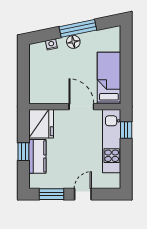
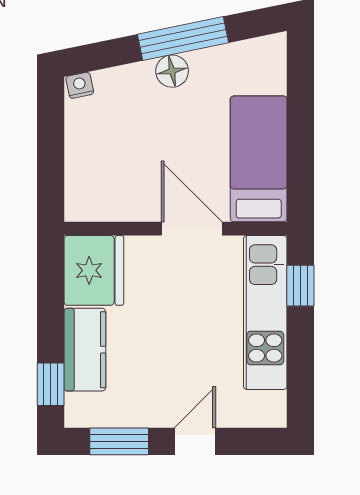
nightstand: (51, 44) -> (80, 85), moved
window: (23, 152) -> (51, 384), moved

